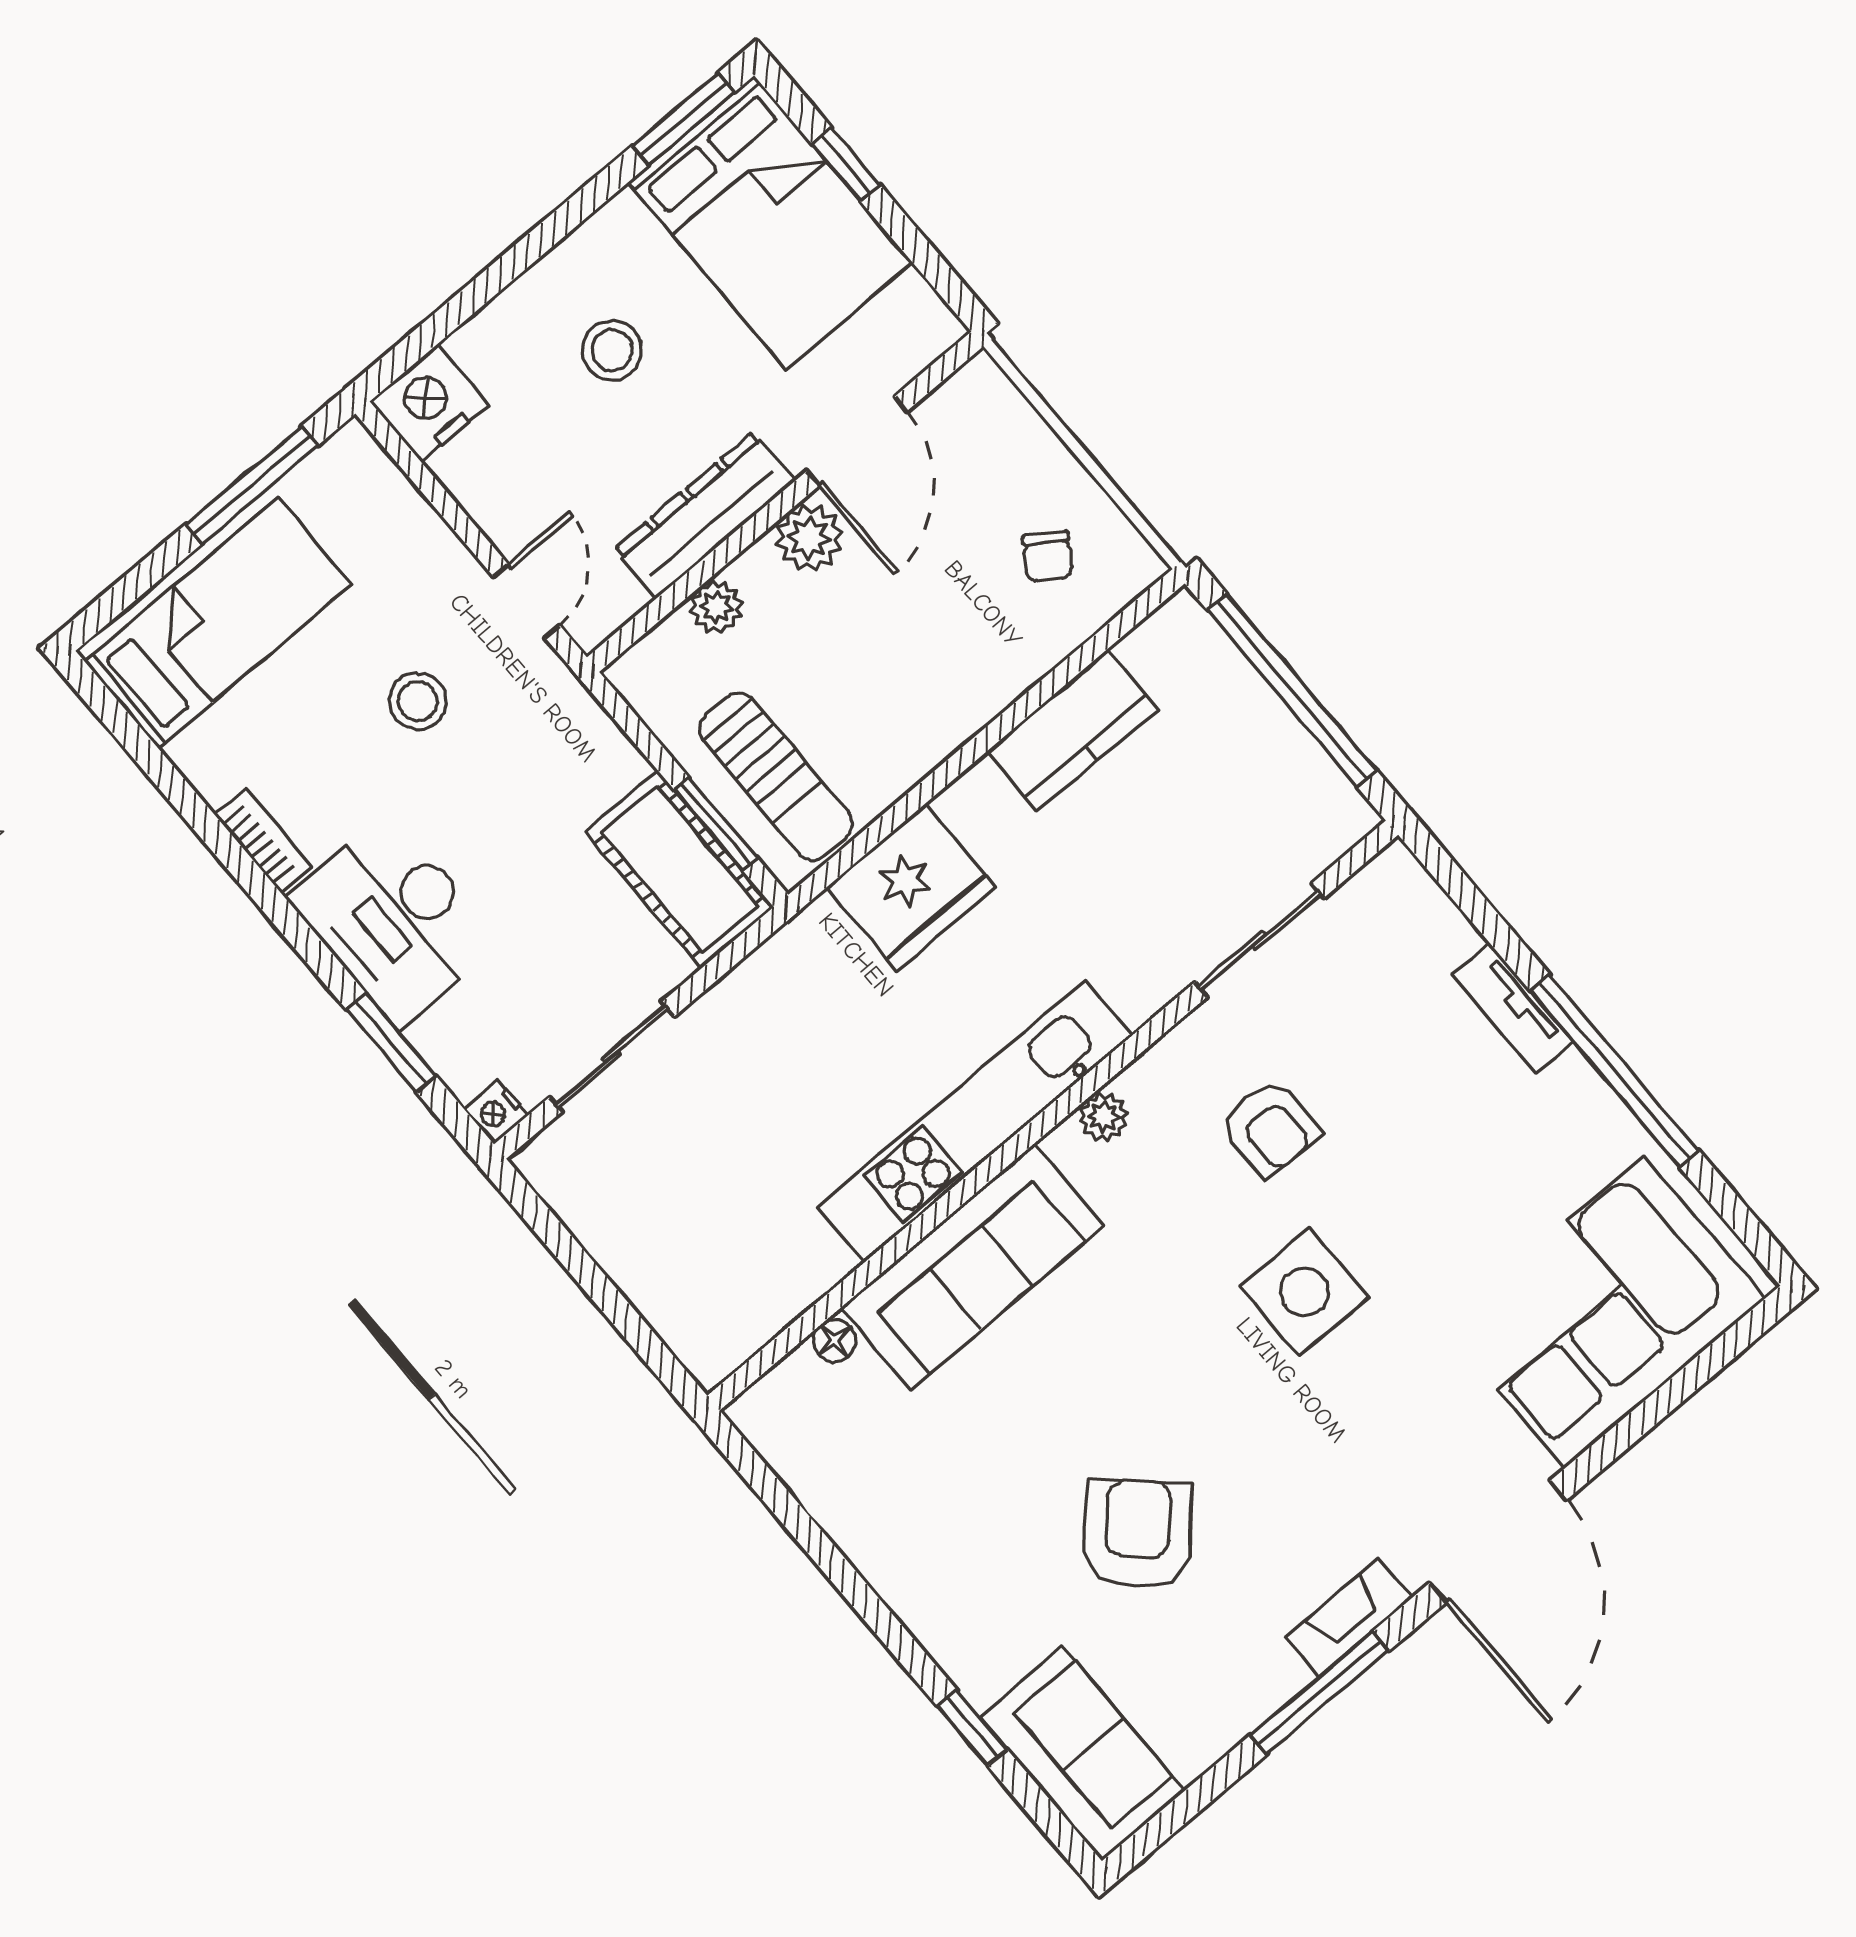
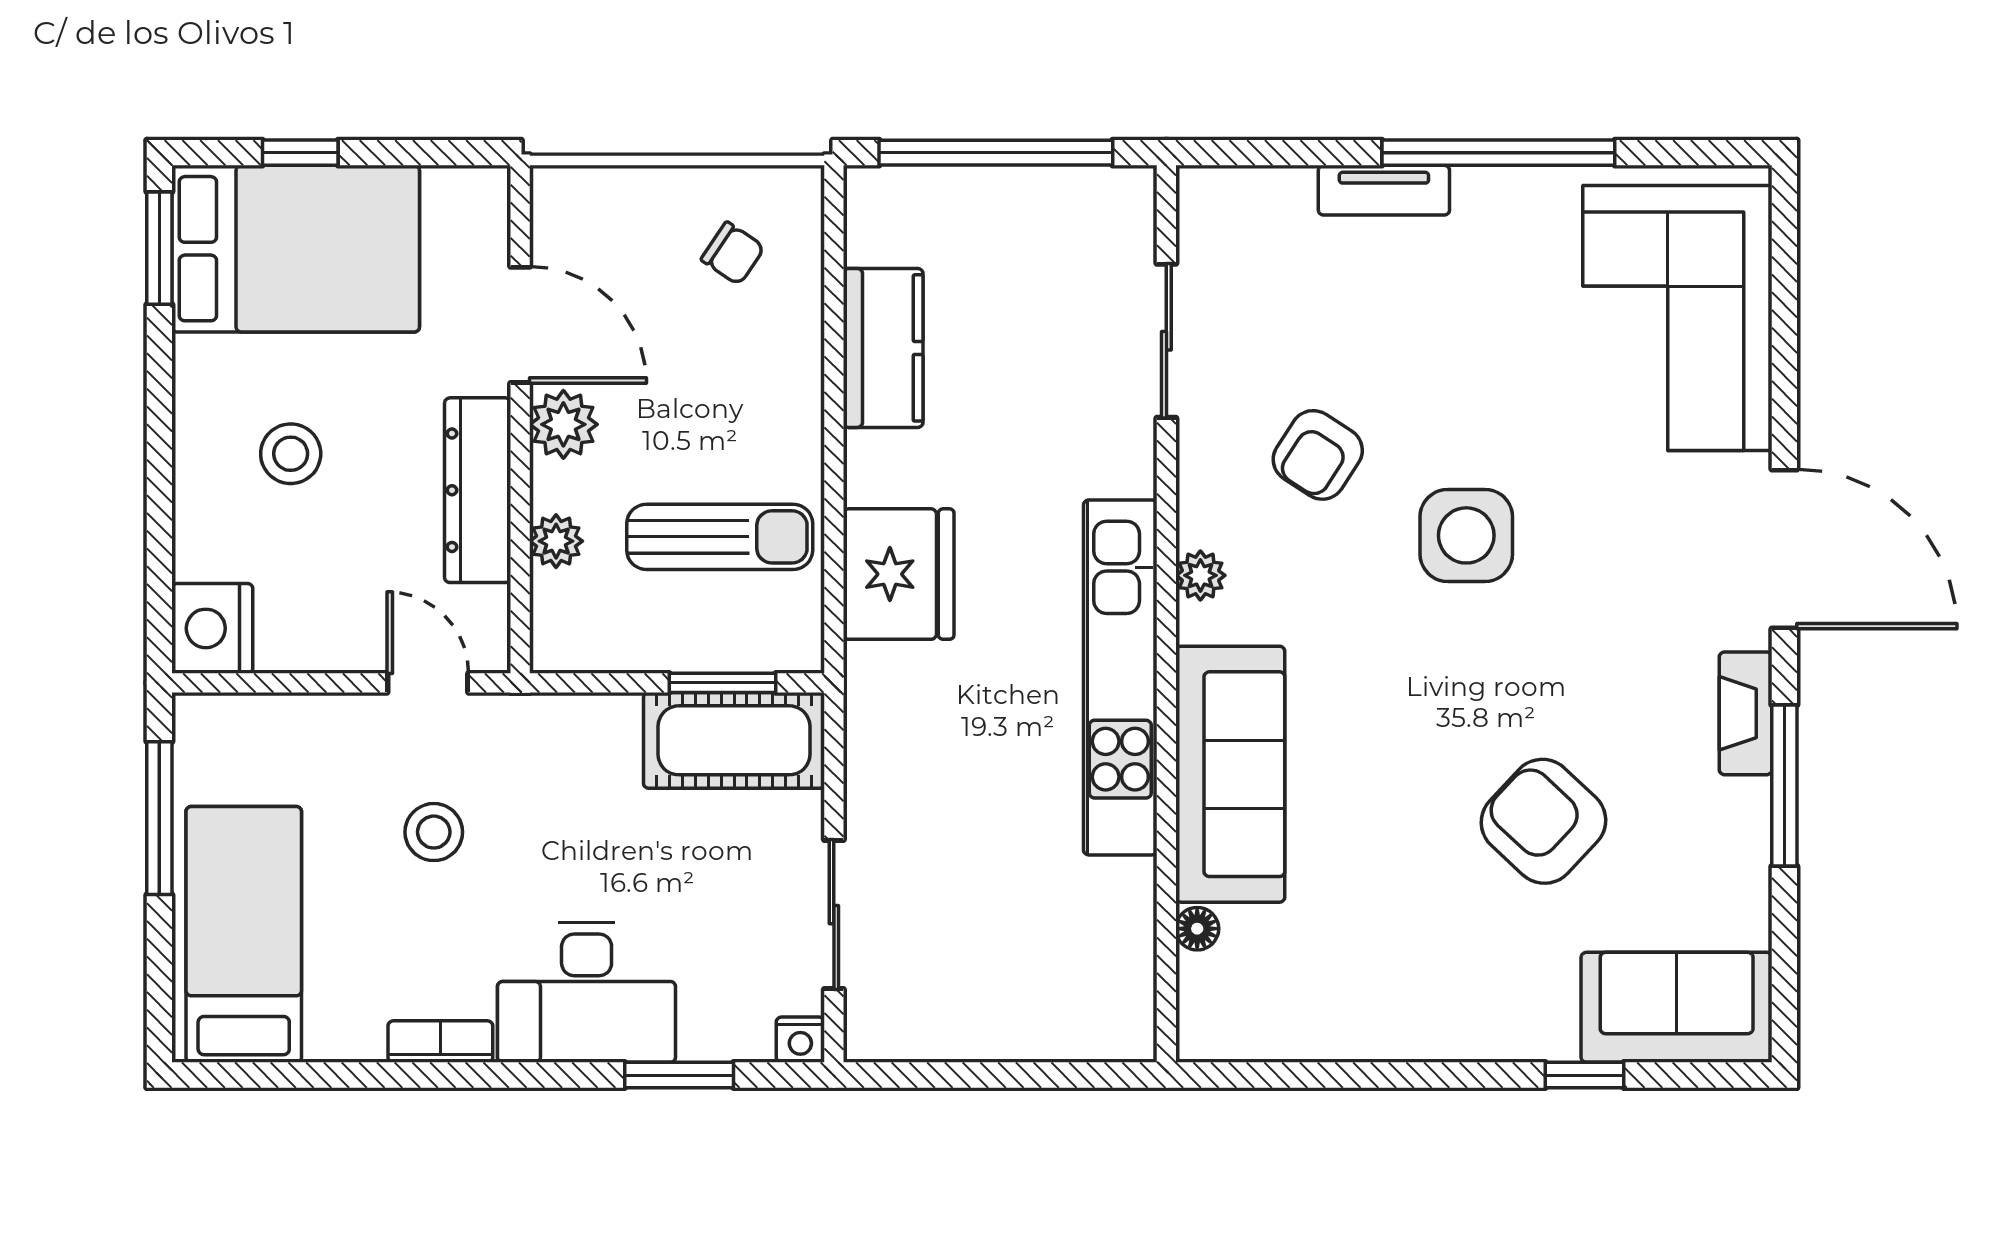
sun lounger: (776, 777) -> (720, 537), moved
armchair: (1270, 1128) -> (1318, 455), turned 123

